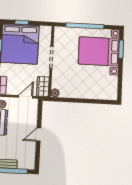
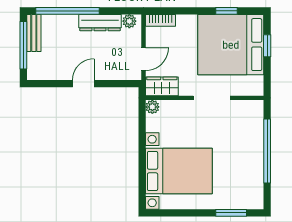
bed with nightstands: (99, 51) -> (179, 171), moved, turned 90
door: (26, 97) -> (143, 59), hinge flipped
door: (39, 134) -> (83, 84), hinge flipped

